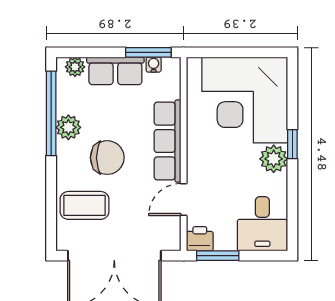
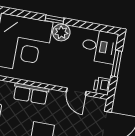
row of seats: (167, 141) -> (31, 94), width x0.68
window: (218, 256) -> (117, 64), moved

